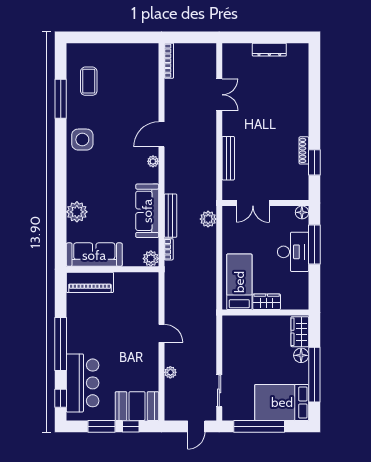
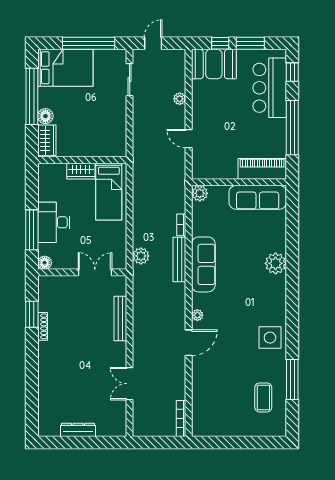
sofa: (94, 255) -> (258, 197), moved
plant: (151, 259) -> (200, 193), moved
wall: (113, 269) -> (239, 182), moved
piano: (90, 282) -> (262, 169), moved

